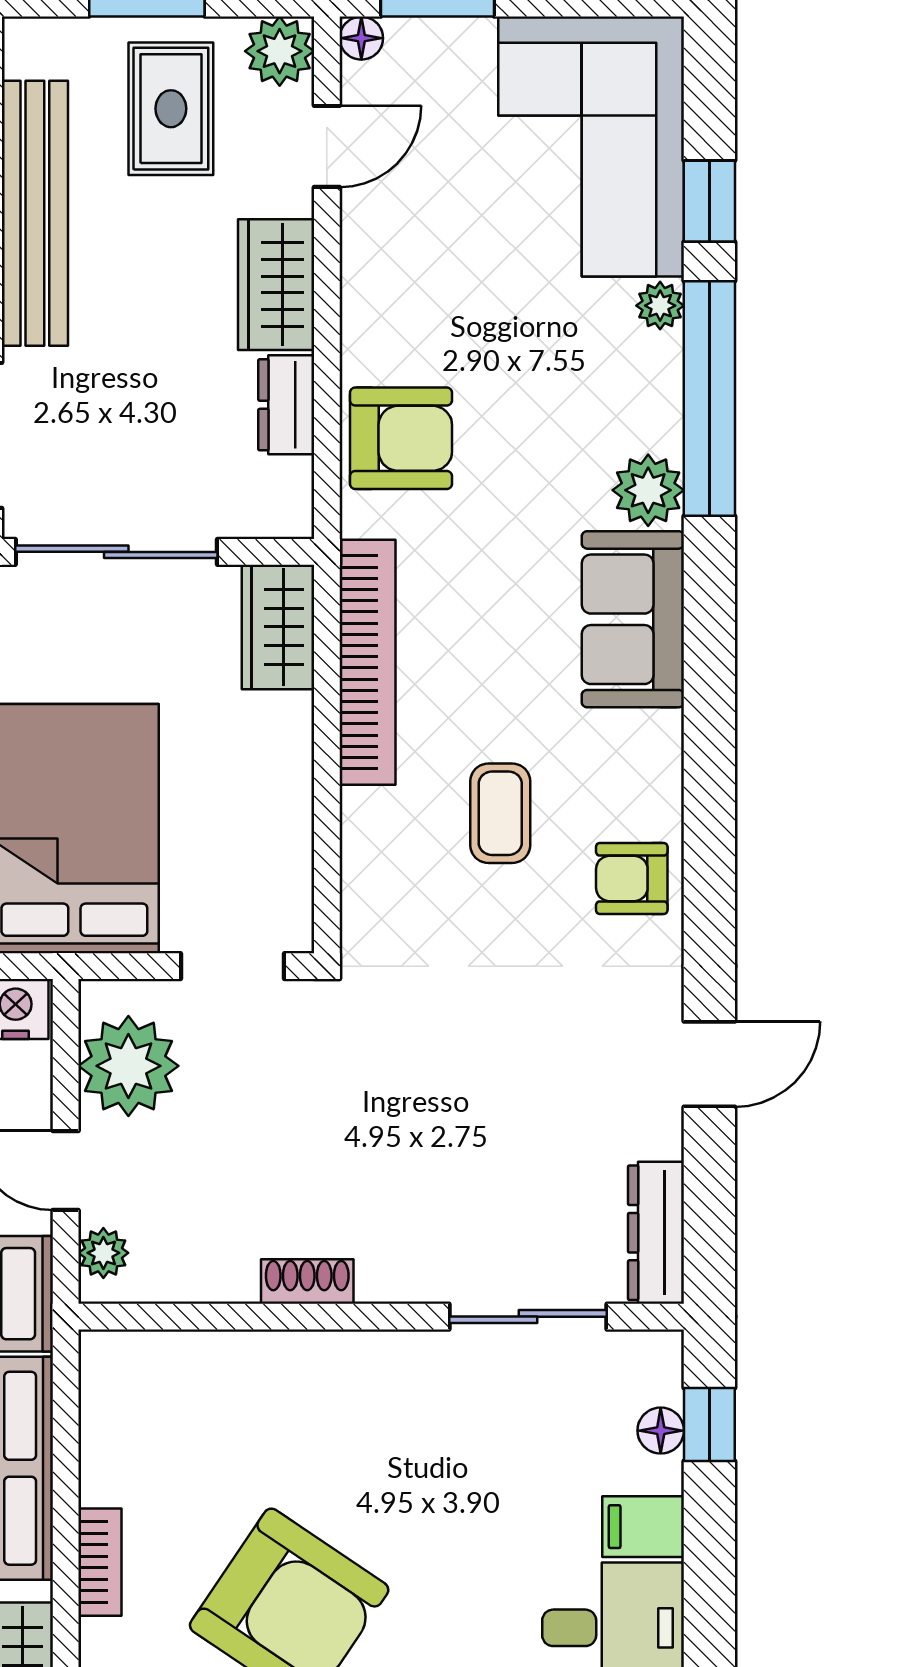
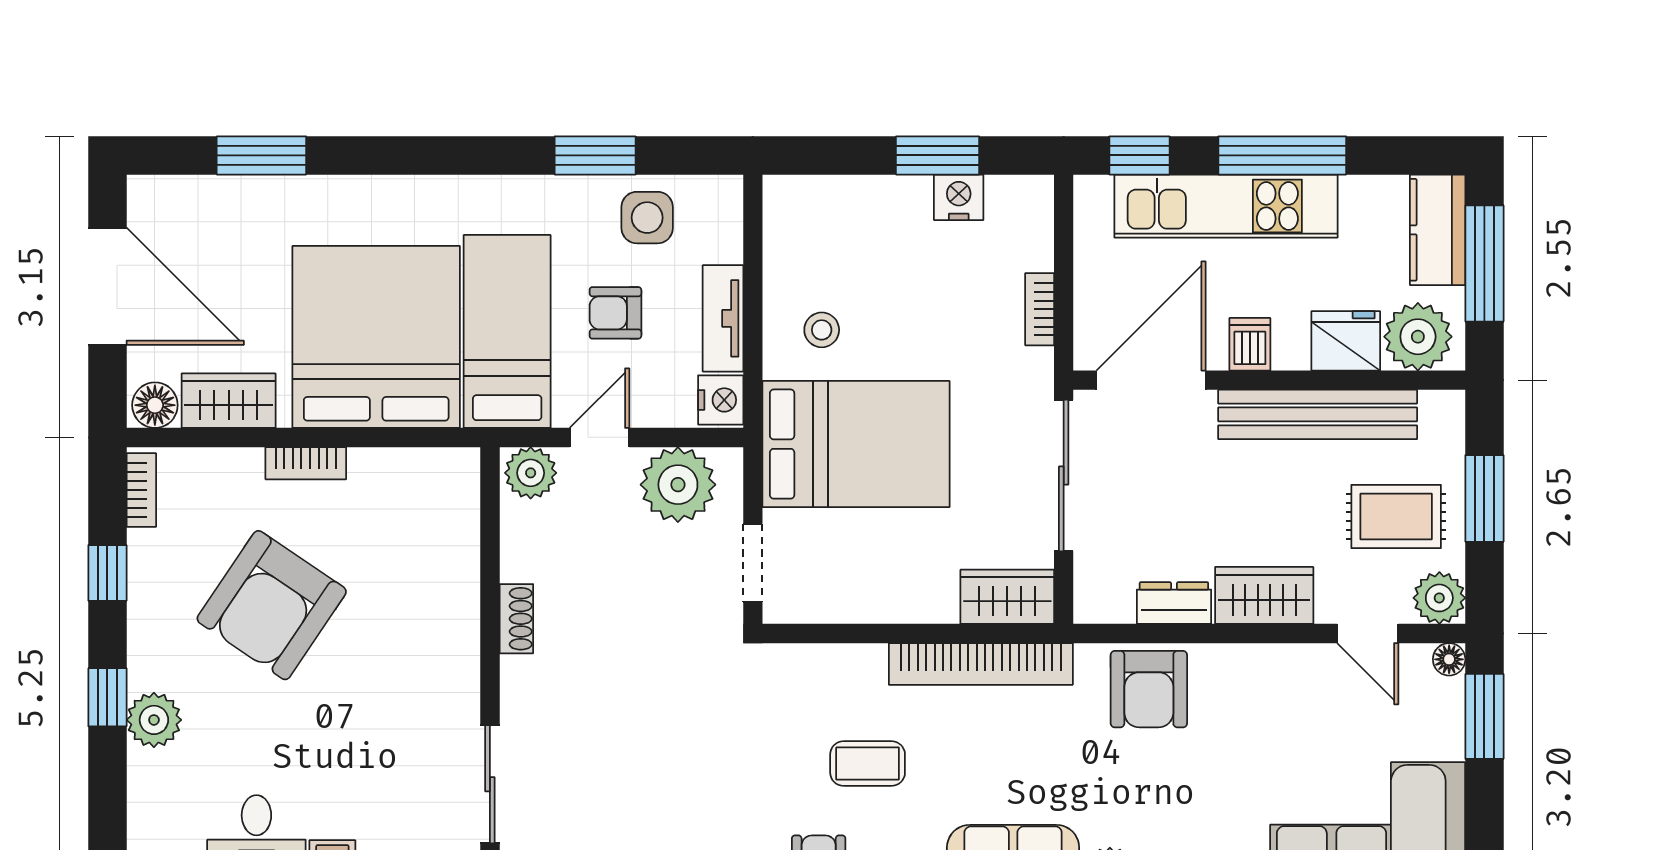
plant: (103, 1253) -> (531, 473), width x1.38, depth x1.38

